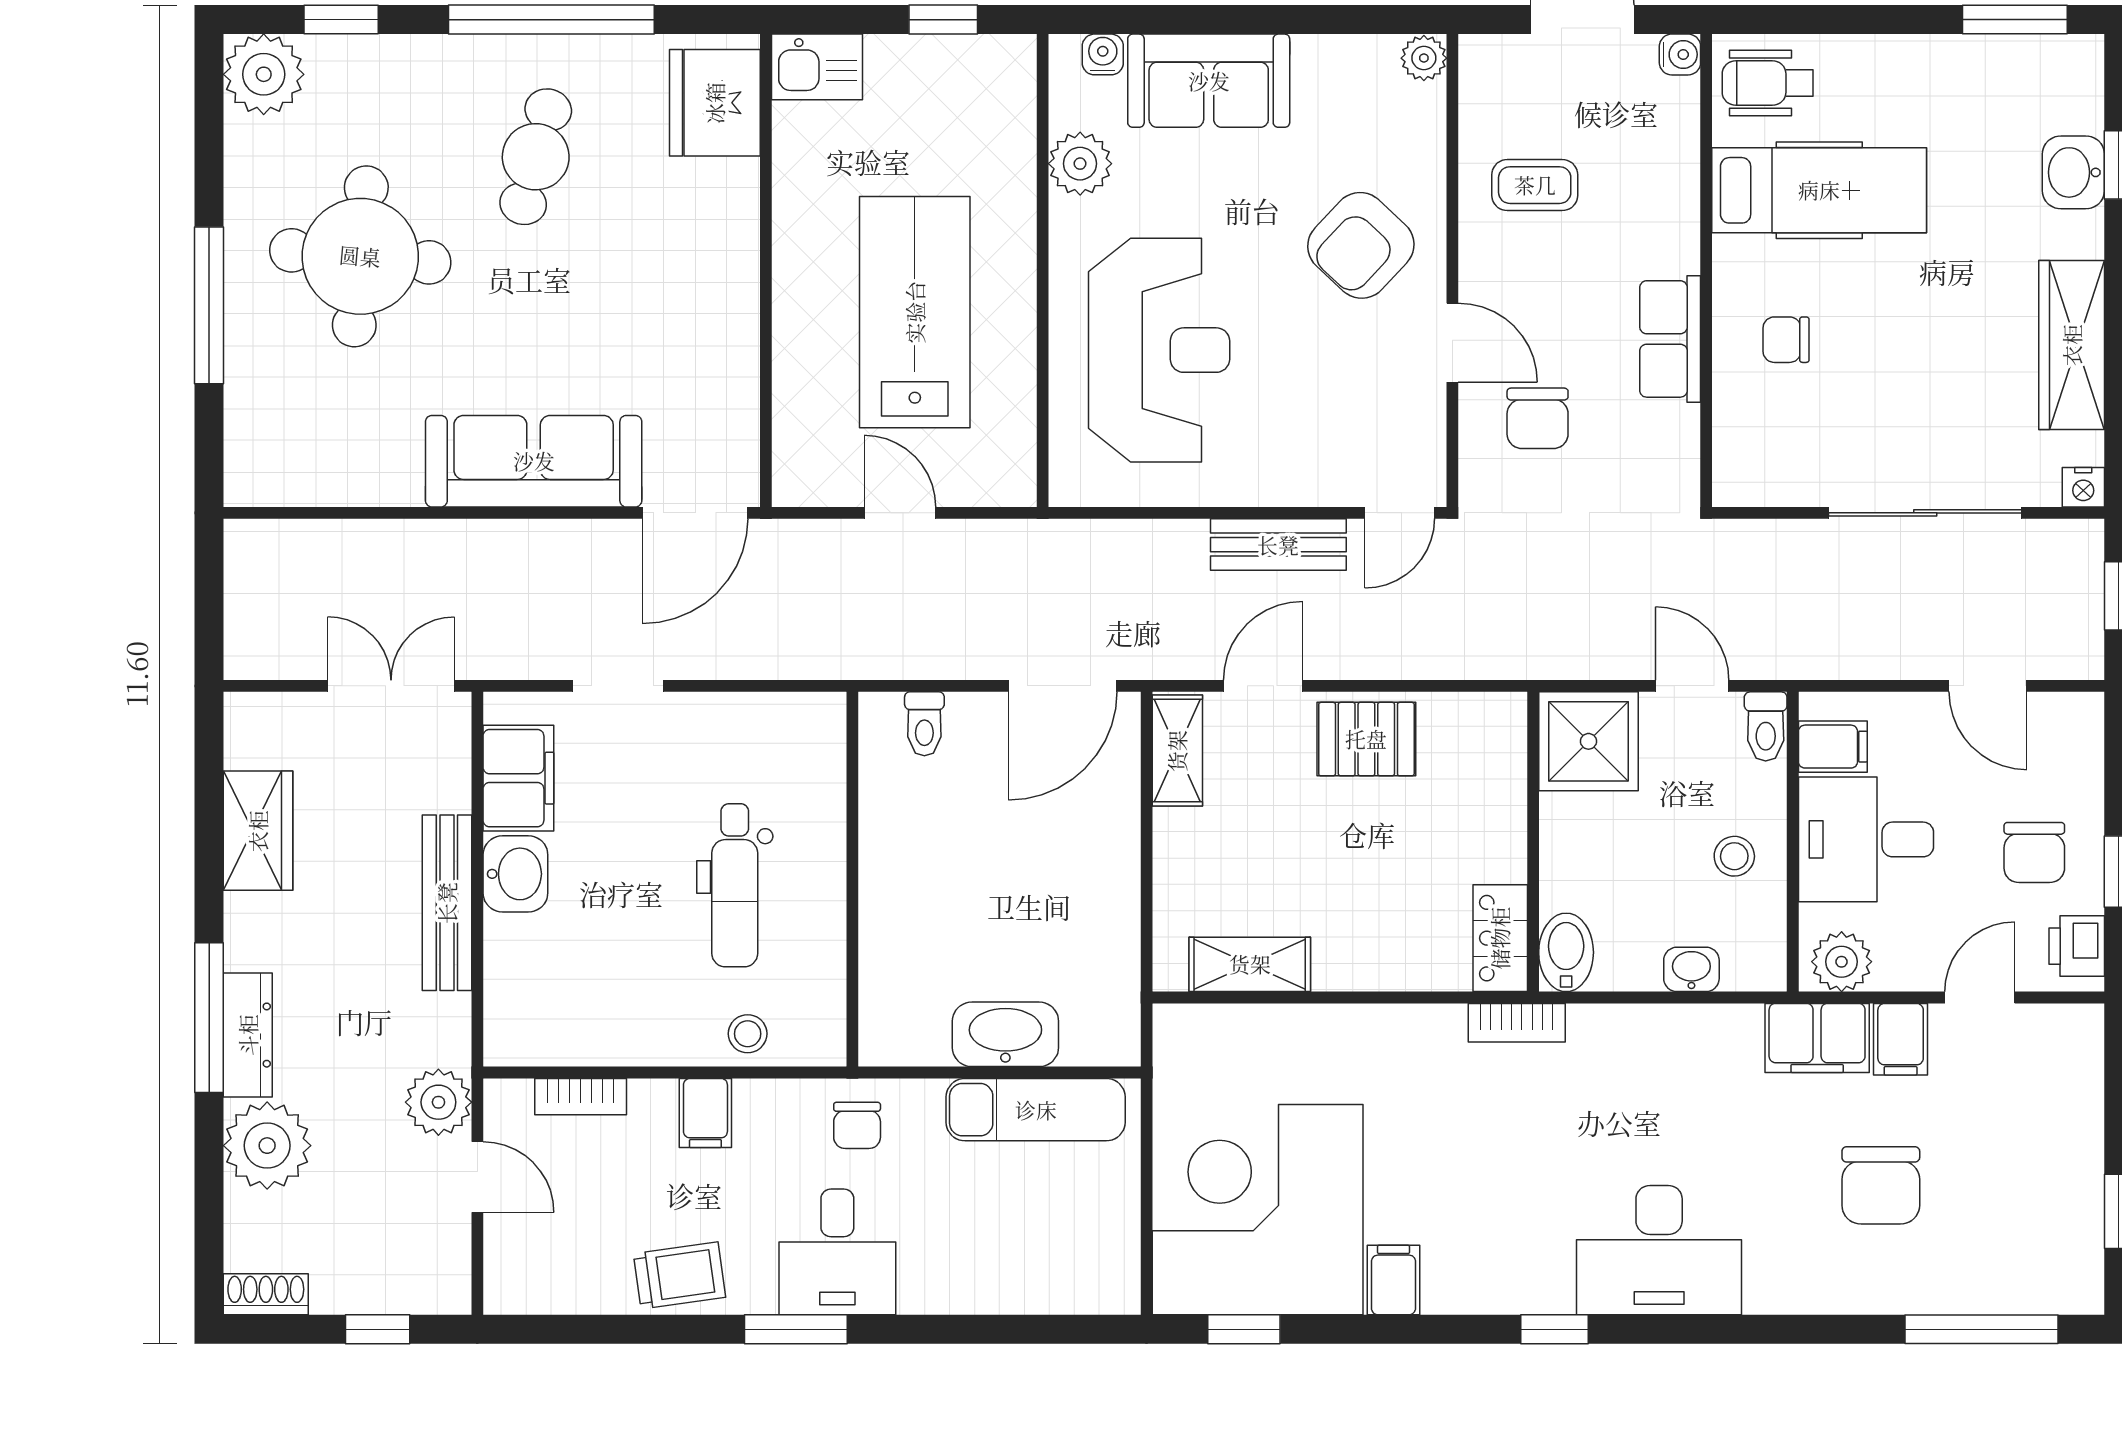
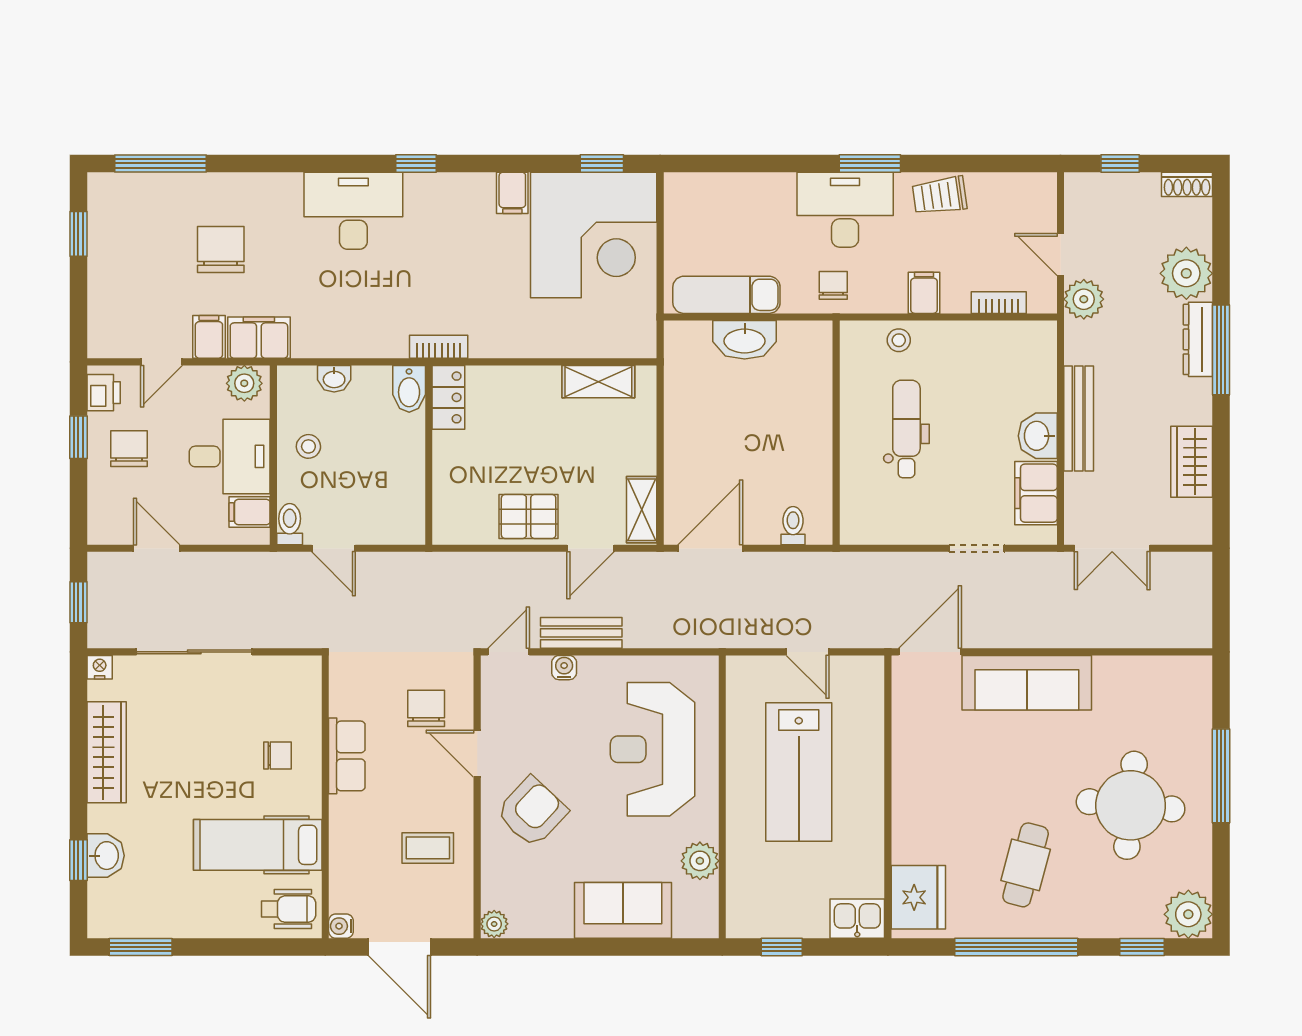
water cooler: (1103, 54) -> (564, 668), moved, turned 180
shower: (1589, 741) -> (396, 515), removed
desk: (837, 1252) -> (845, 210), width x1.37

